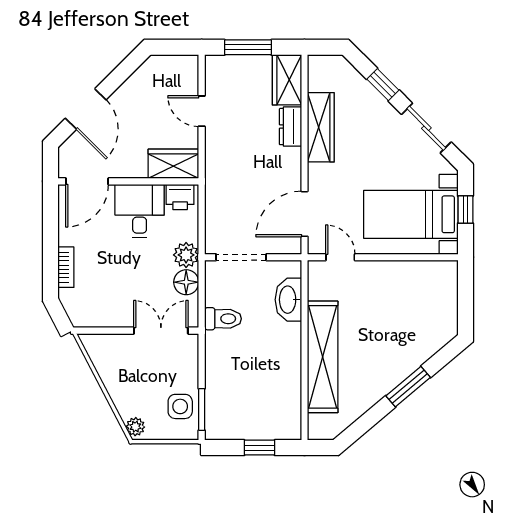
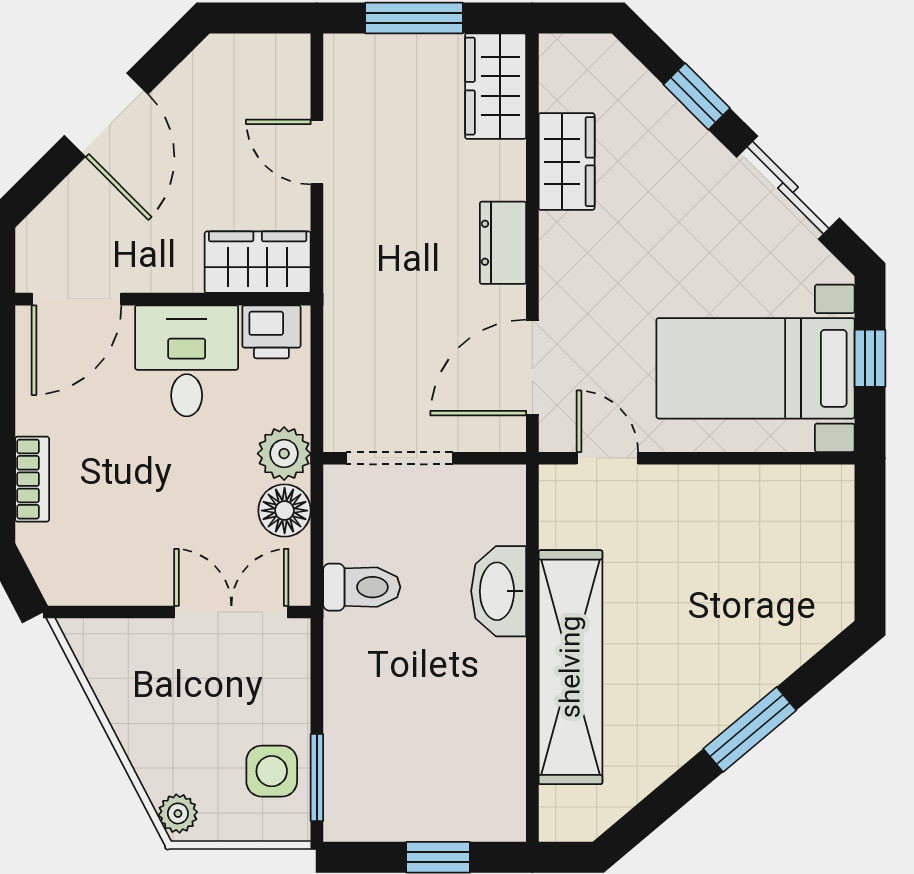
door: (86, 109) -> (106, 115), moved
dresser: (290, 127) -> (503, 243), moved
wardrobe: (321, 127) -> (567, 162), width x0.67
washbasin: (288, 300) -> (499, 591), moved

